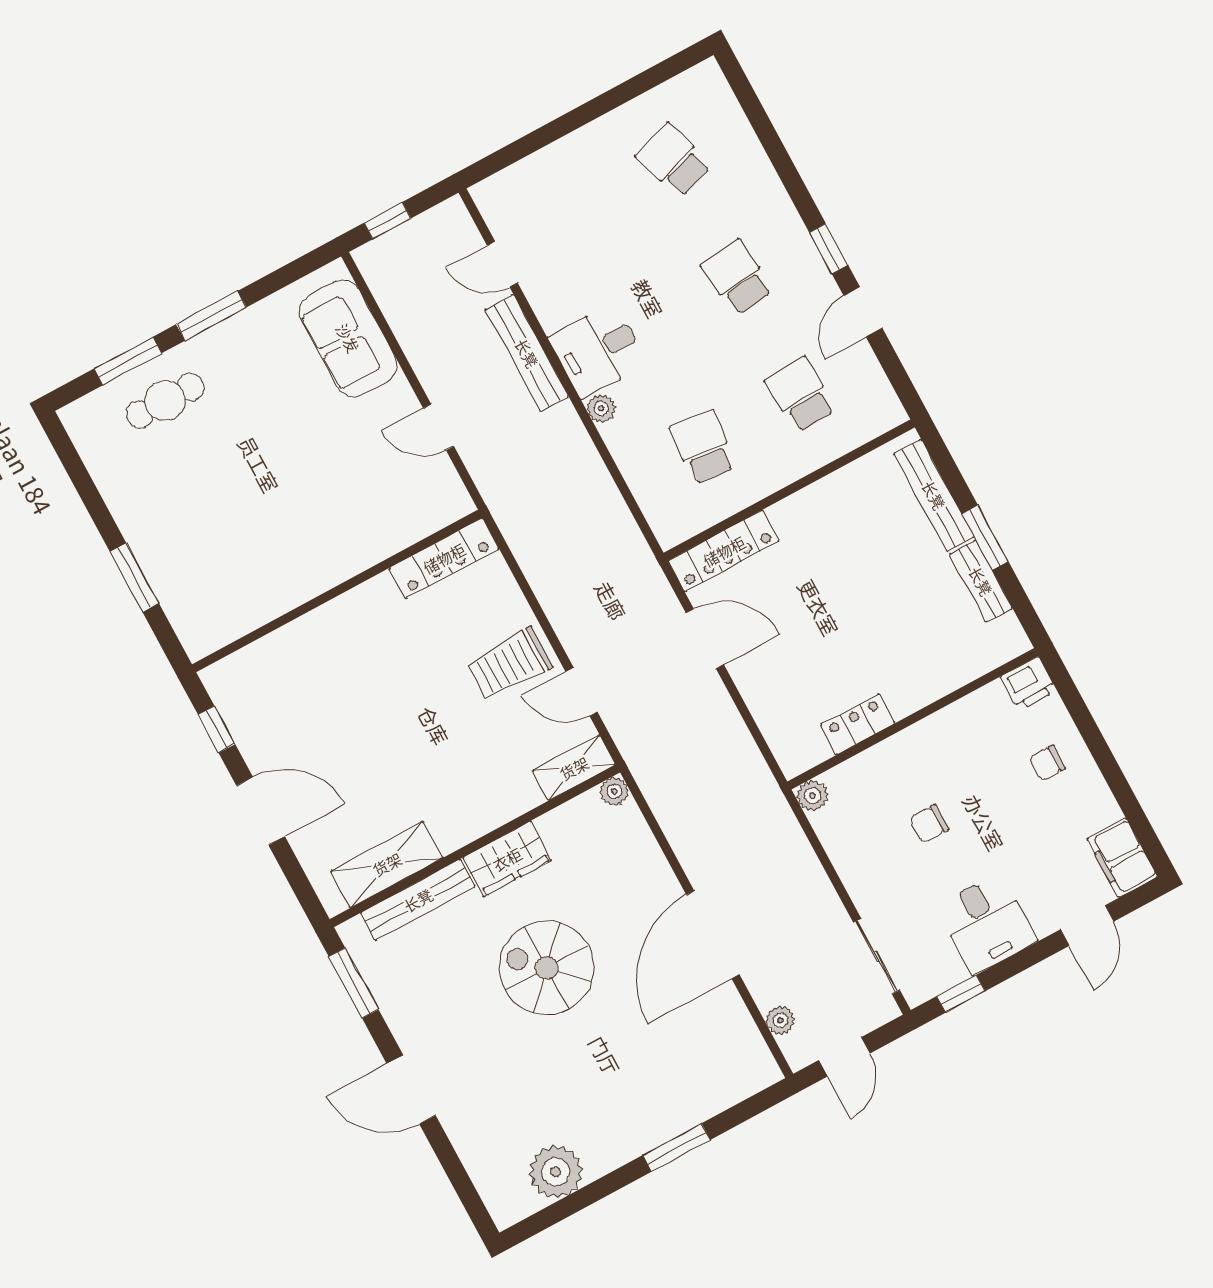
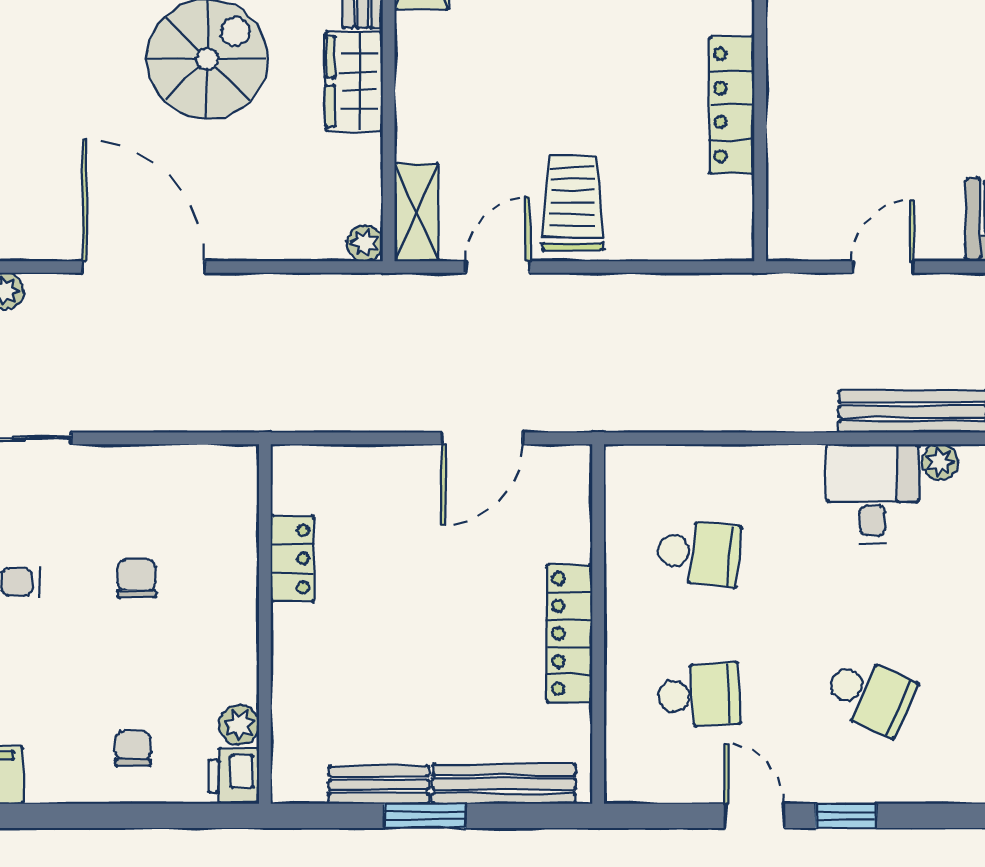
school desk: (737, 278) -> (870, 695), turned 30
plant: (601, 408) -> (940, 462), moved
locker: (724, 551) -> (570, 633), moved
locker: (444, 558) -> (732, 105), moved
plant: (812, 796) -> (239, 725), moved

